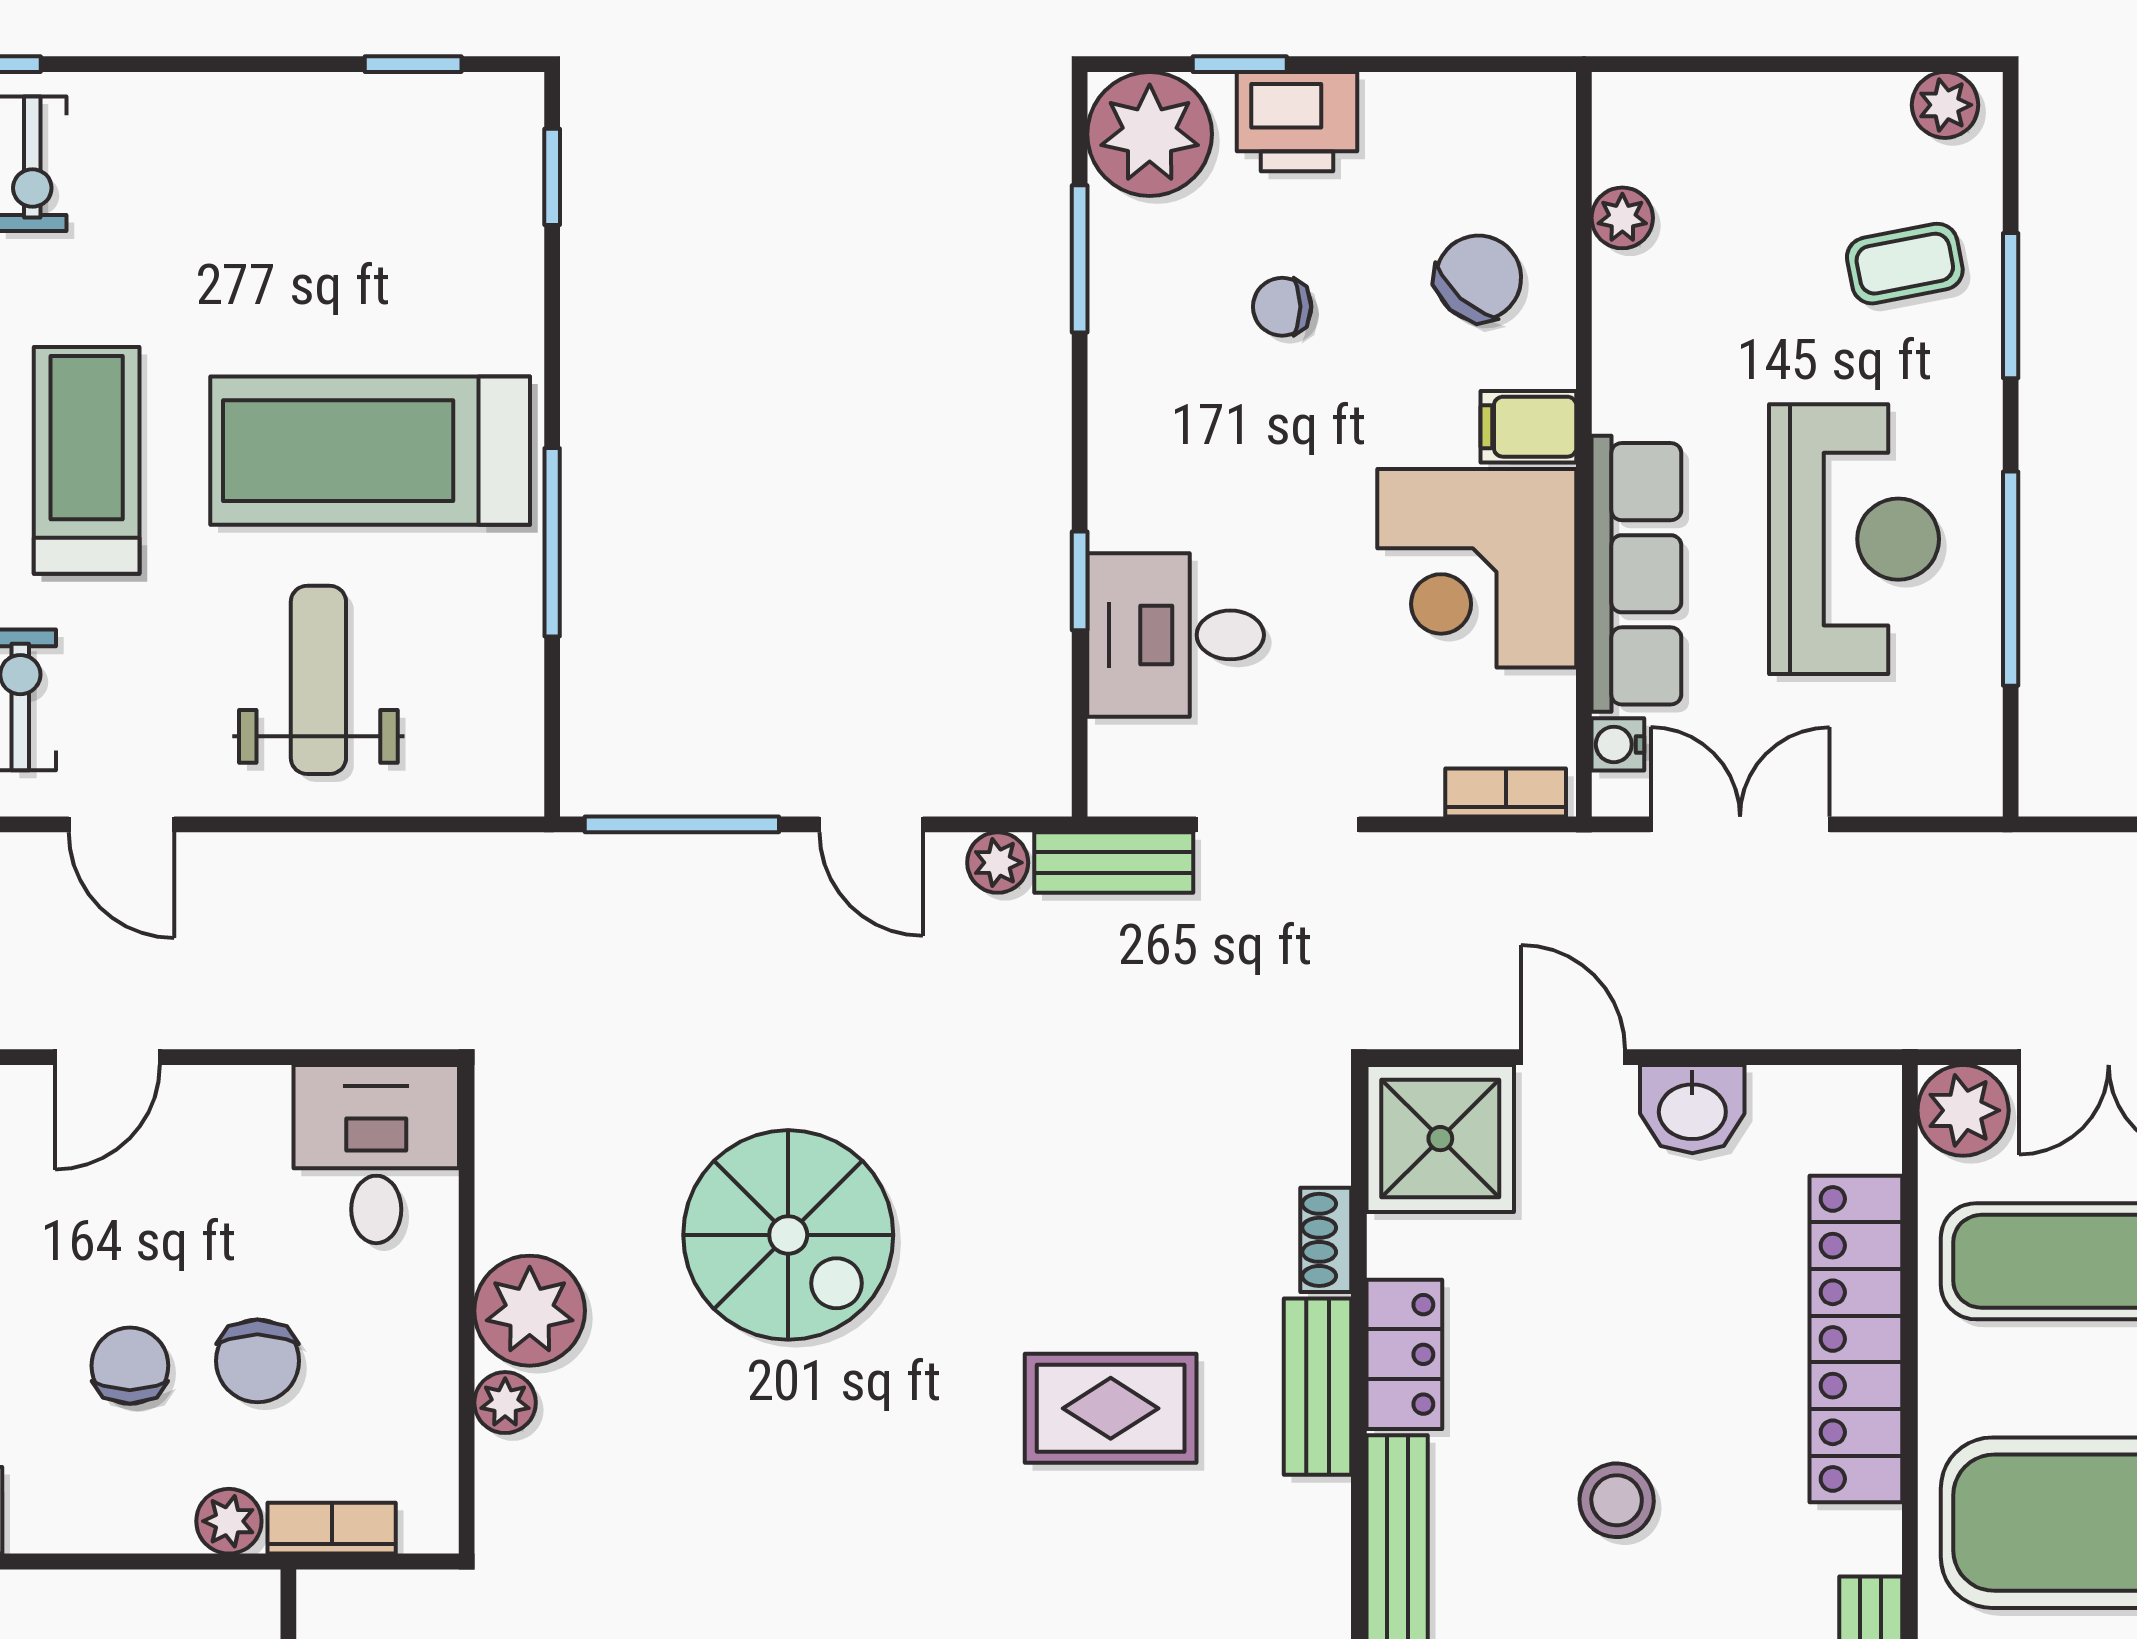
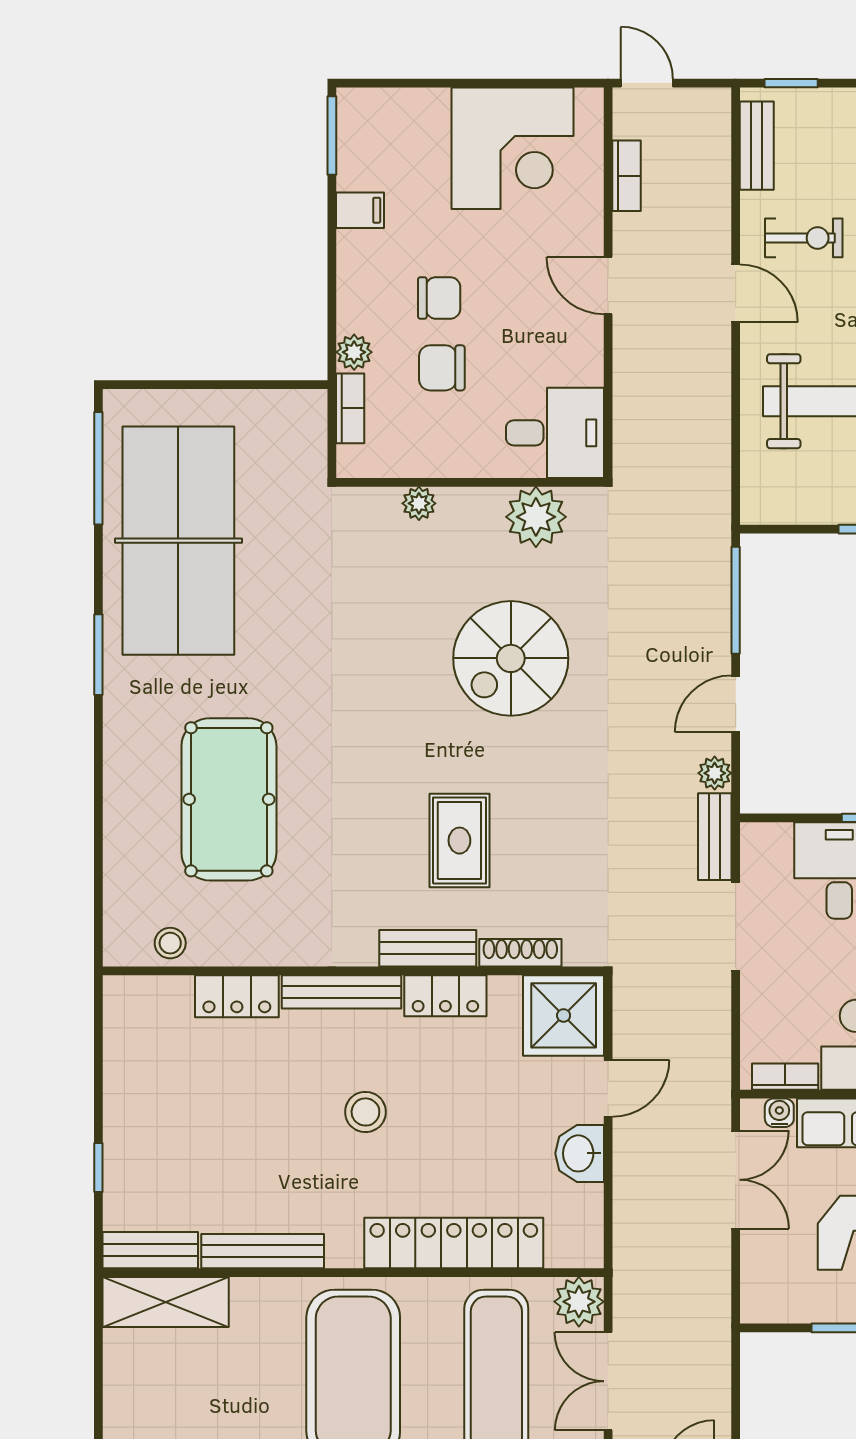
bookcase: (1506, 793) -> (785, 1077), moved, turned -90
door: (121, 824) -> (736, 293), swing flipped
shoe rack: (1326, 1240) -> (520, 953), width x1.43
plant: (530, 1311) -> (536, 517), moved
rug: (1111, 1408) -> (459, 841), moved

